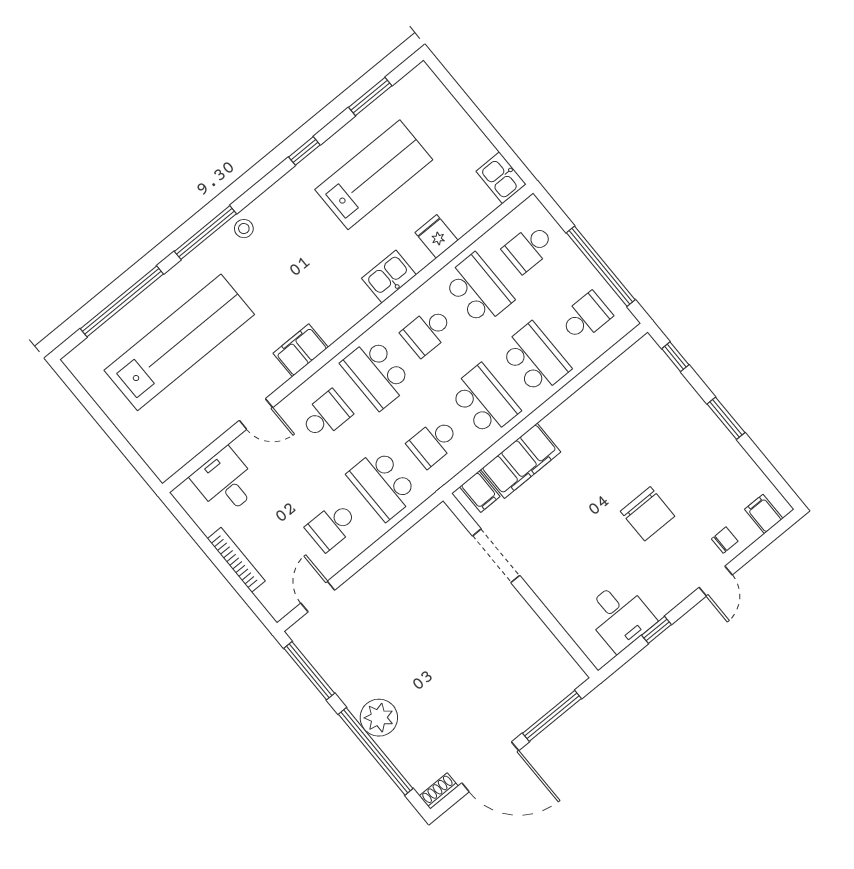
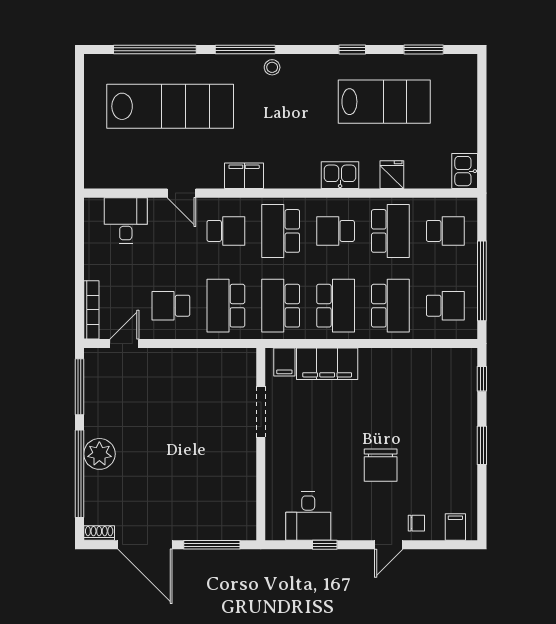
school desk: (529, 248) -> (445, 231), turned 180
school desk: (433, 442) -> (281, 306), width x1.85
bookcase: (236, 560) -> (91, 310), moved

